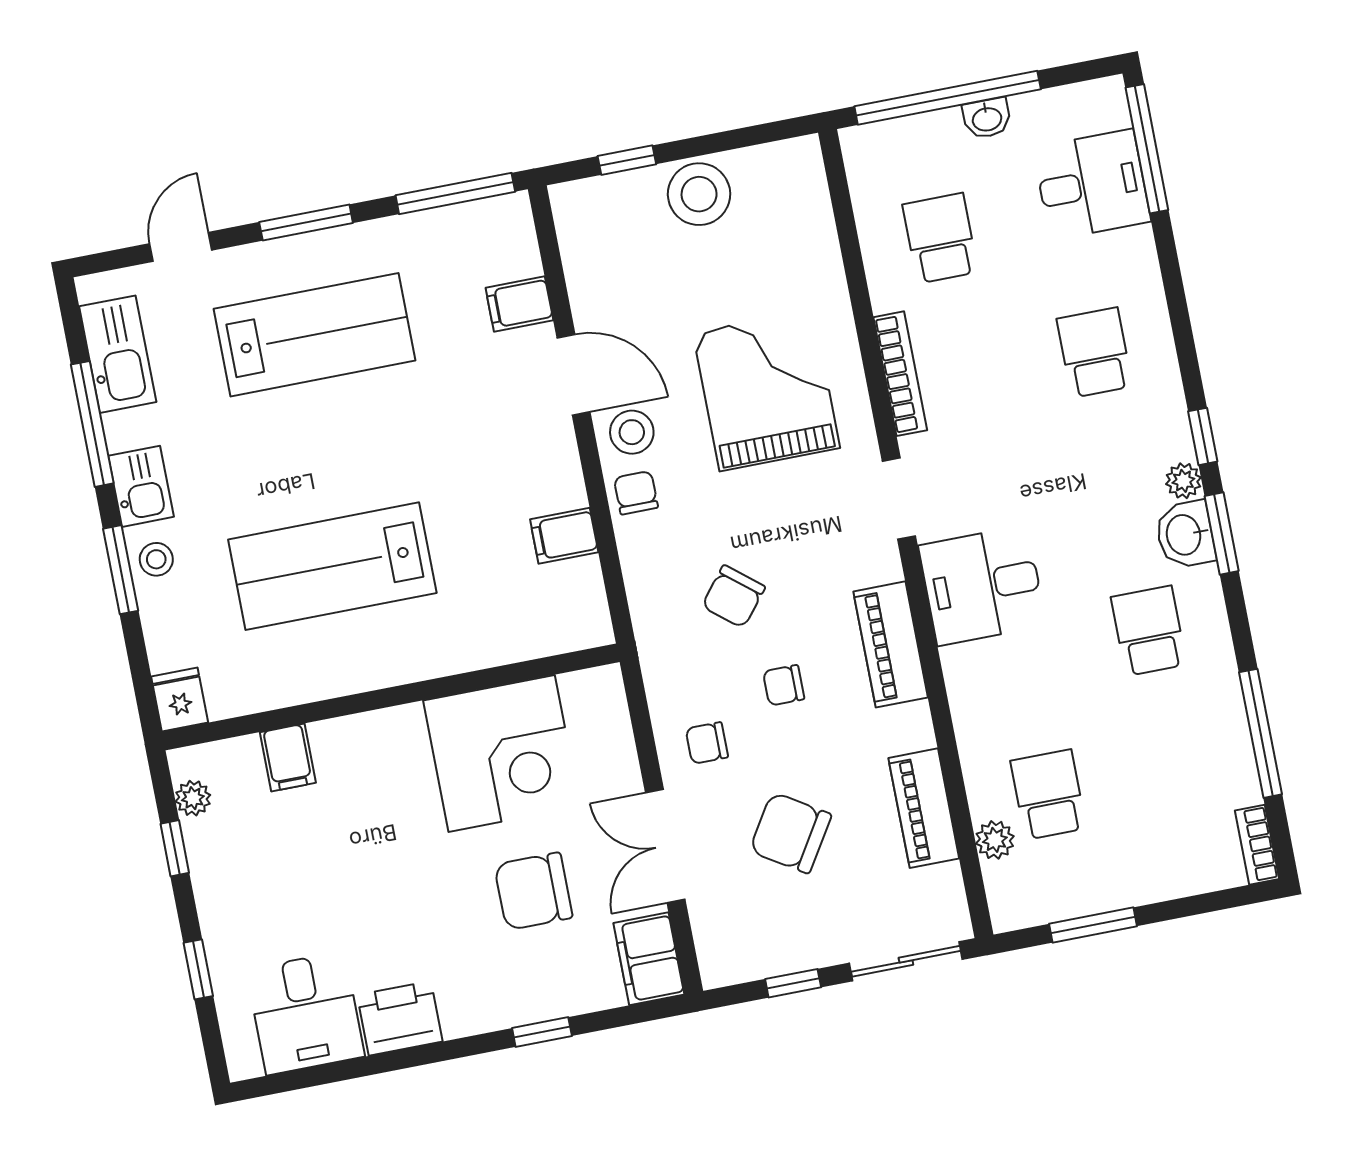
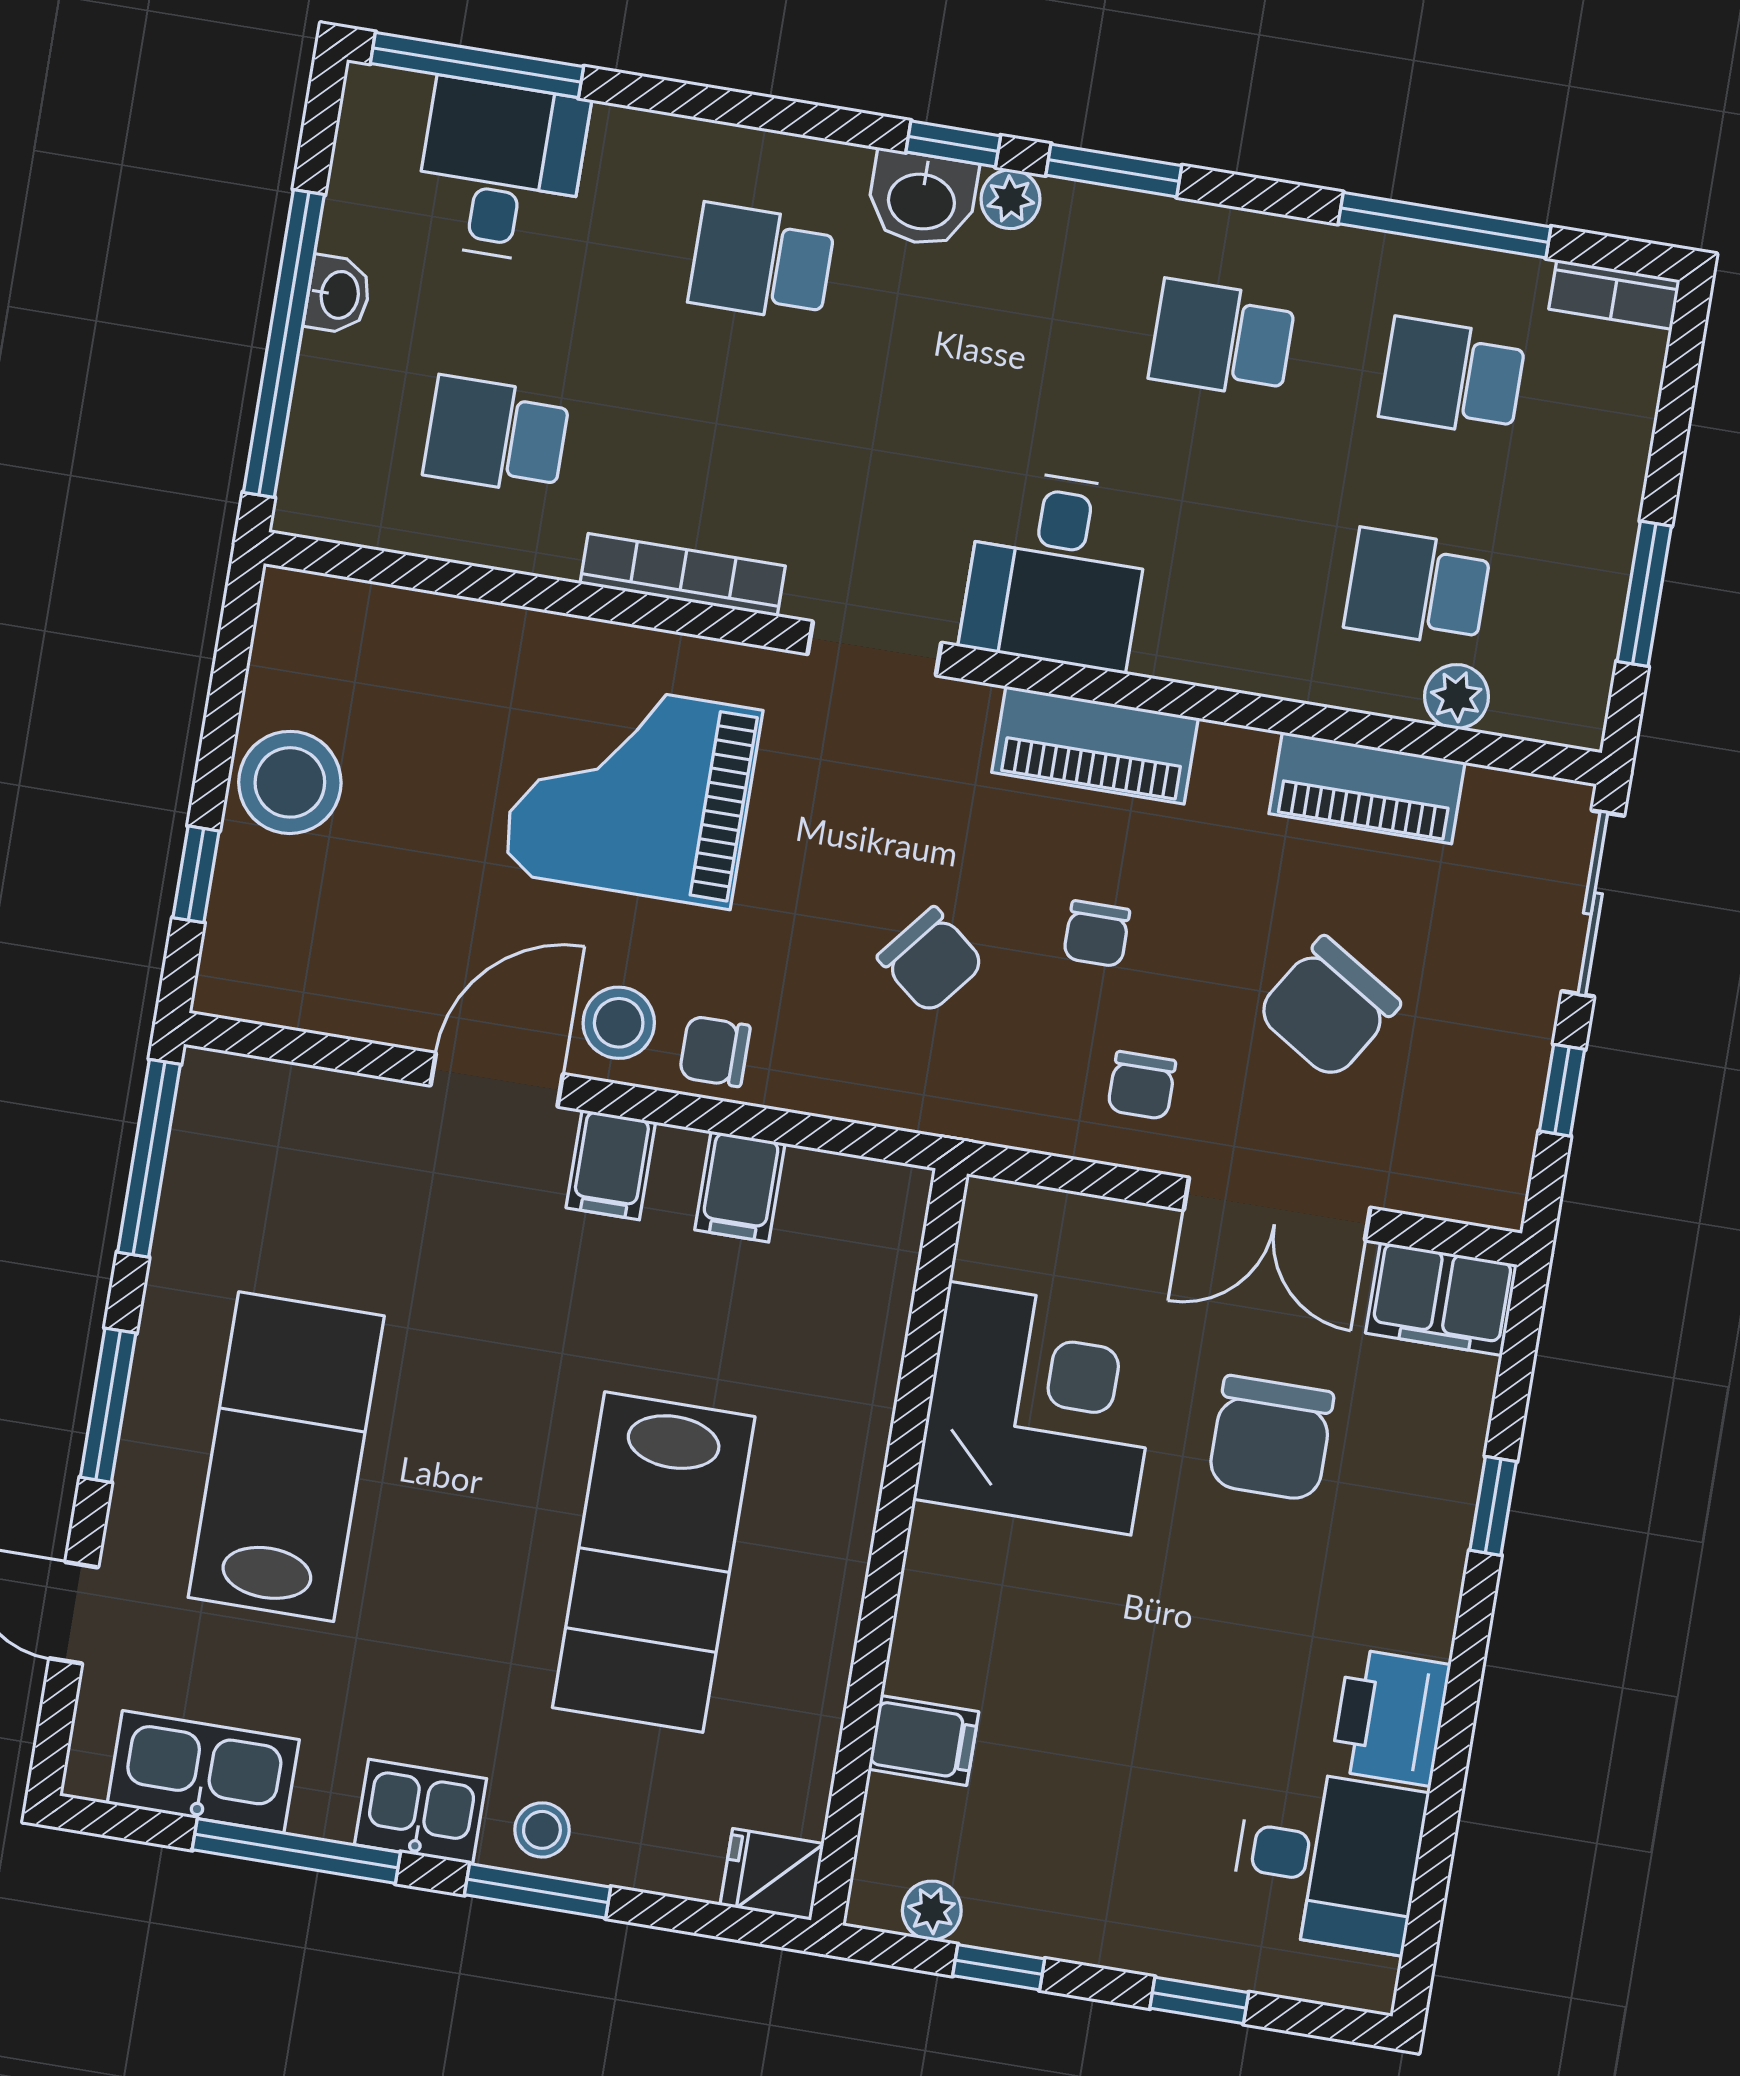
filing cabinet: (519, 304) -> (611, 1165), moved
washbasin: (1185, 535) -> (922, 199), moved
school desk: (1176, 770) -> (1452, 377), added

